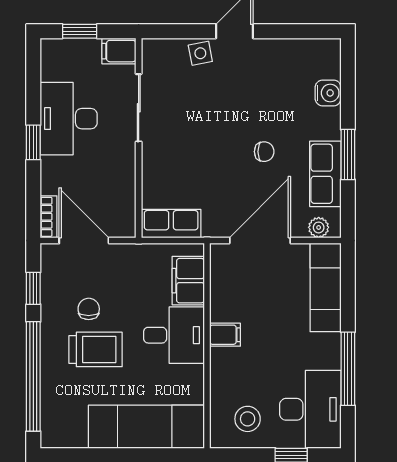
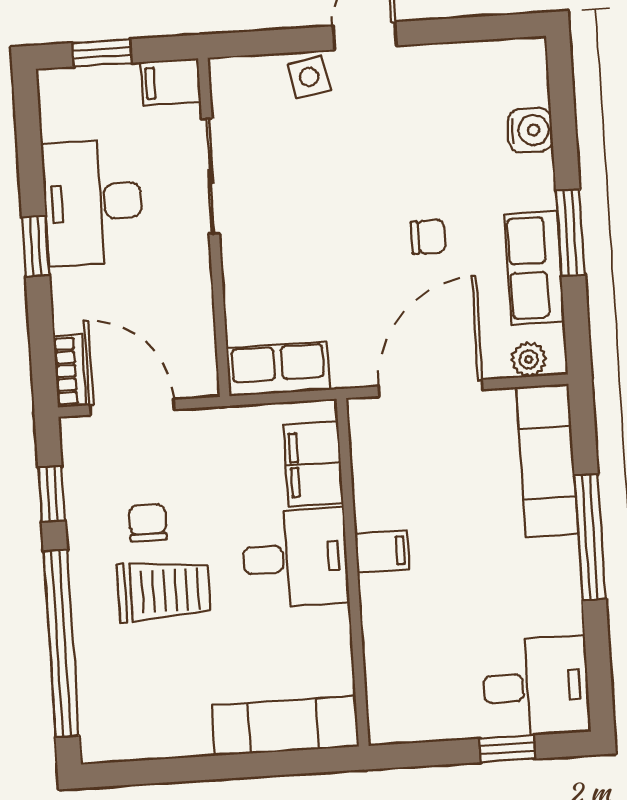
window: (348, 369) -> (590, 537), moved
desk: (310, 409) -> (536, 687), width x0.73
stool: (248, 419) -> (429, 692), removed
exam couch: (146, 427) -> (285, 726), width x0.73, depth x0.69

